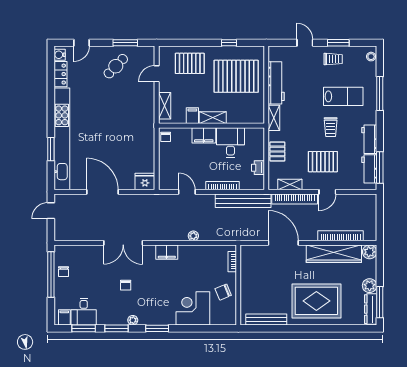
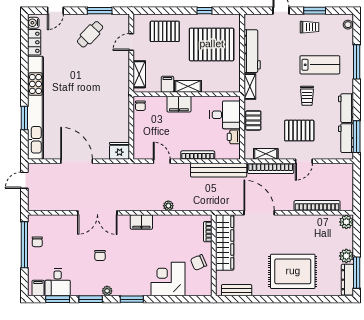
desk: (230, 142) -> (225, 115), moved, turned 90
wardrobe: (334, 254) -> (225, 243), moved, turned -90
bench: (266, 319) -> (237, 290), width x0.73

